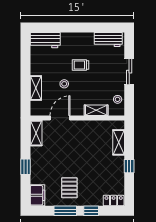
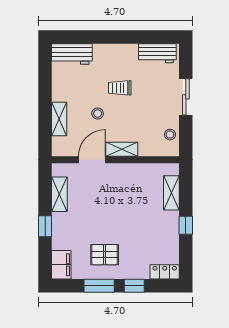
shelving: (96, 110) -> (122, 149), moved
shelving: (36, 133) -> (59, 194), moved
pallet: (69, 188) -> (105, 255), turned 90

